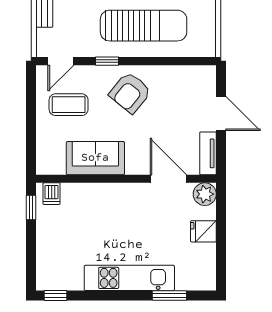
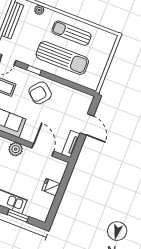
plant: (205, 194) -> (16, 149), moved

